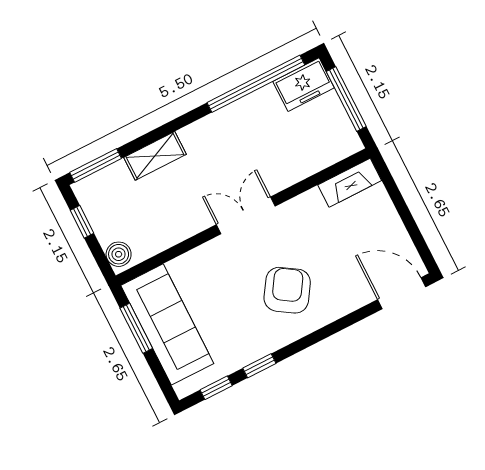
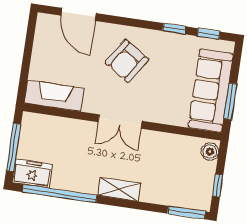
shelving: (155, 156) -> (119, 189), moved
fireplace: (350, 183) -> (54, 96), width x1.37, depth x1.32
door: (402, 293) -> (78, 14), moved

